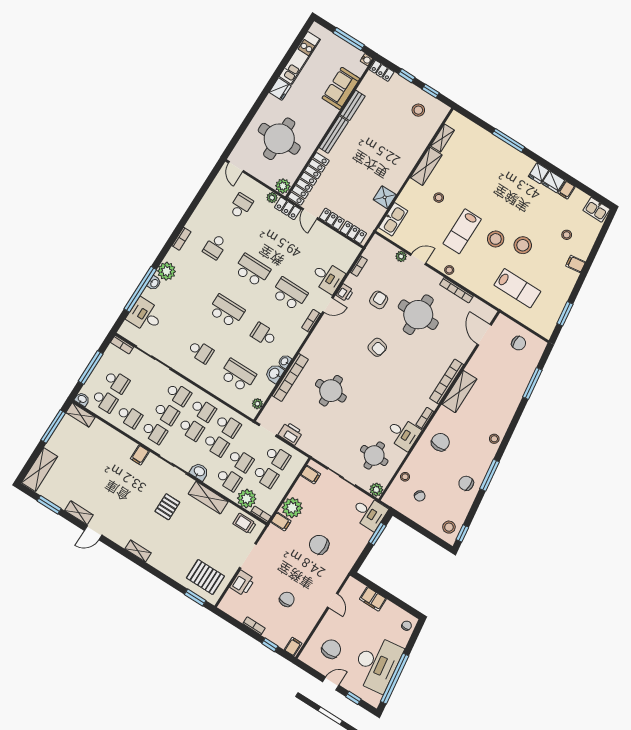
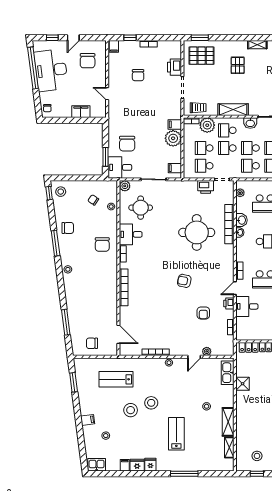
lab bench: (462, 231) -> (176, 434), moved
round table: (418, 315) -> (171, 320), removed
round table: (331, 391) -> (197, 232), width x1.36, depth x1.36
shelving: (459, 392) -> (111, 286), removed
pallet: (167, 507) -> (238, 65), moved
chair: (319, 545) -> (127, 144), moved, turned 90

